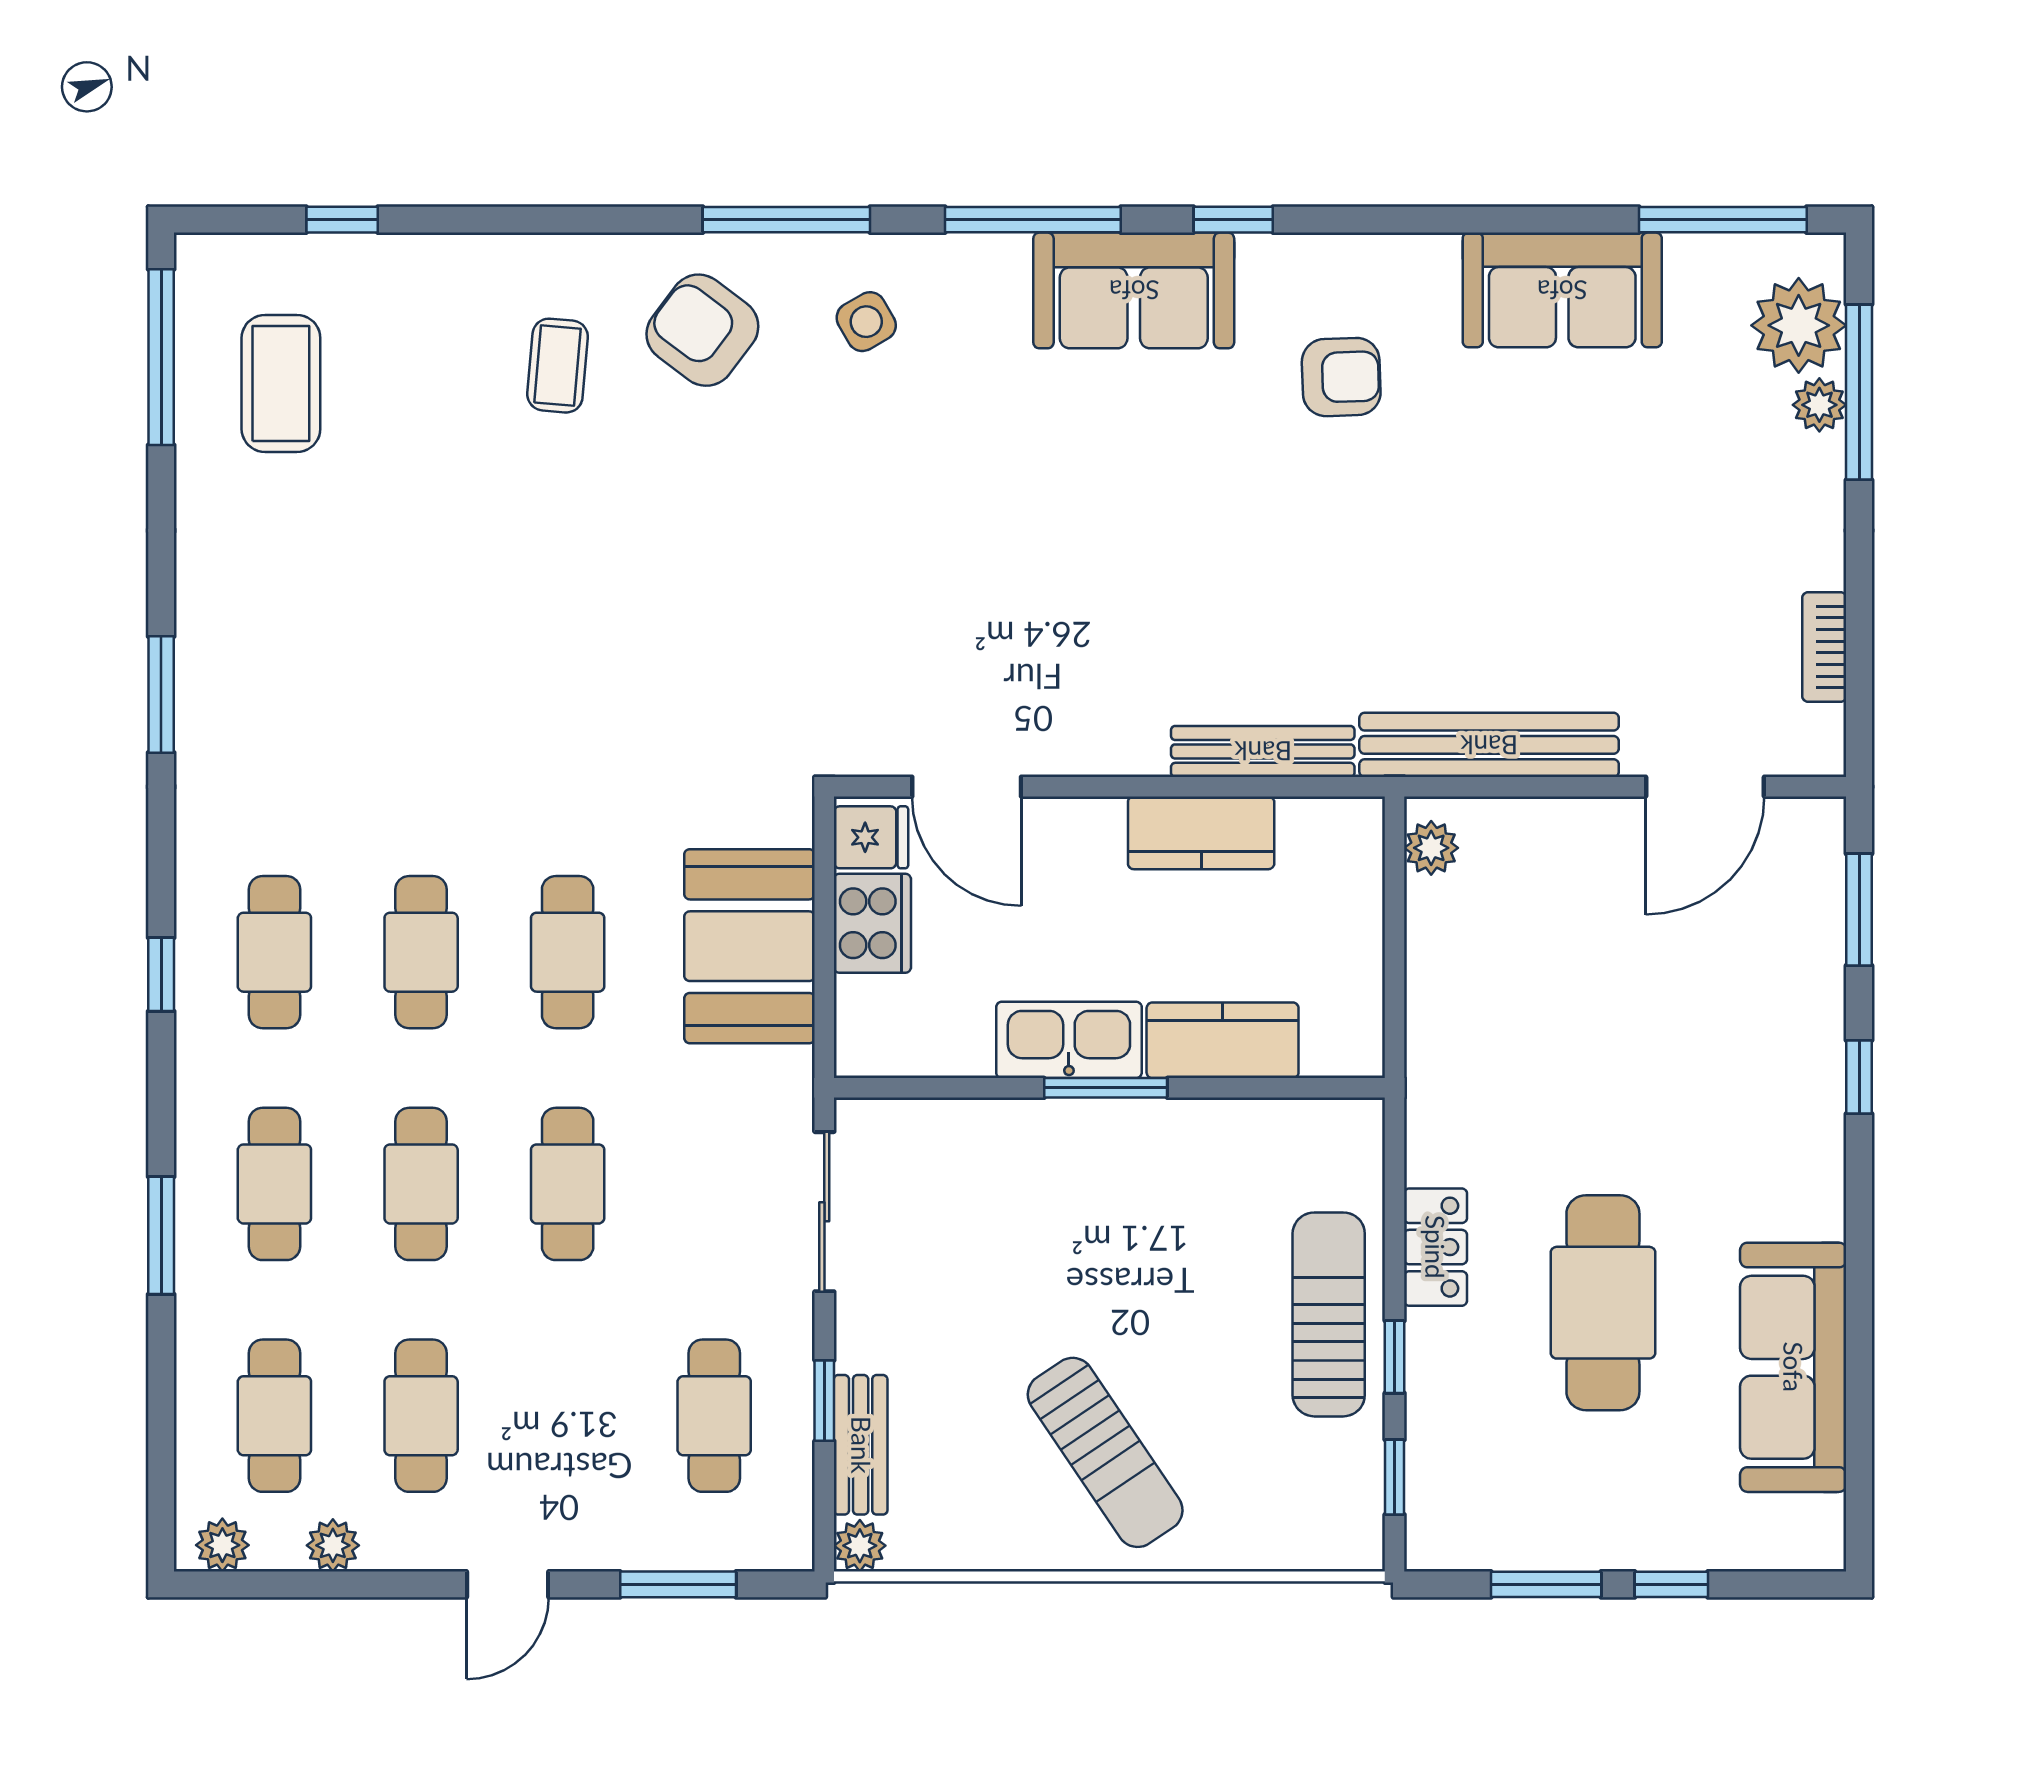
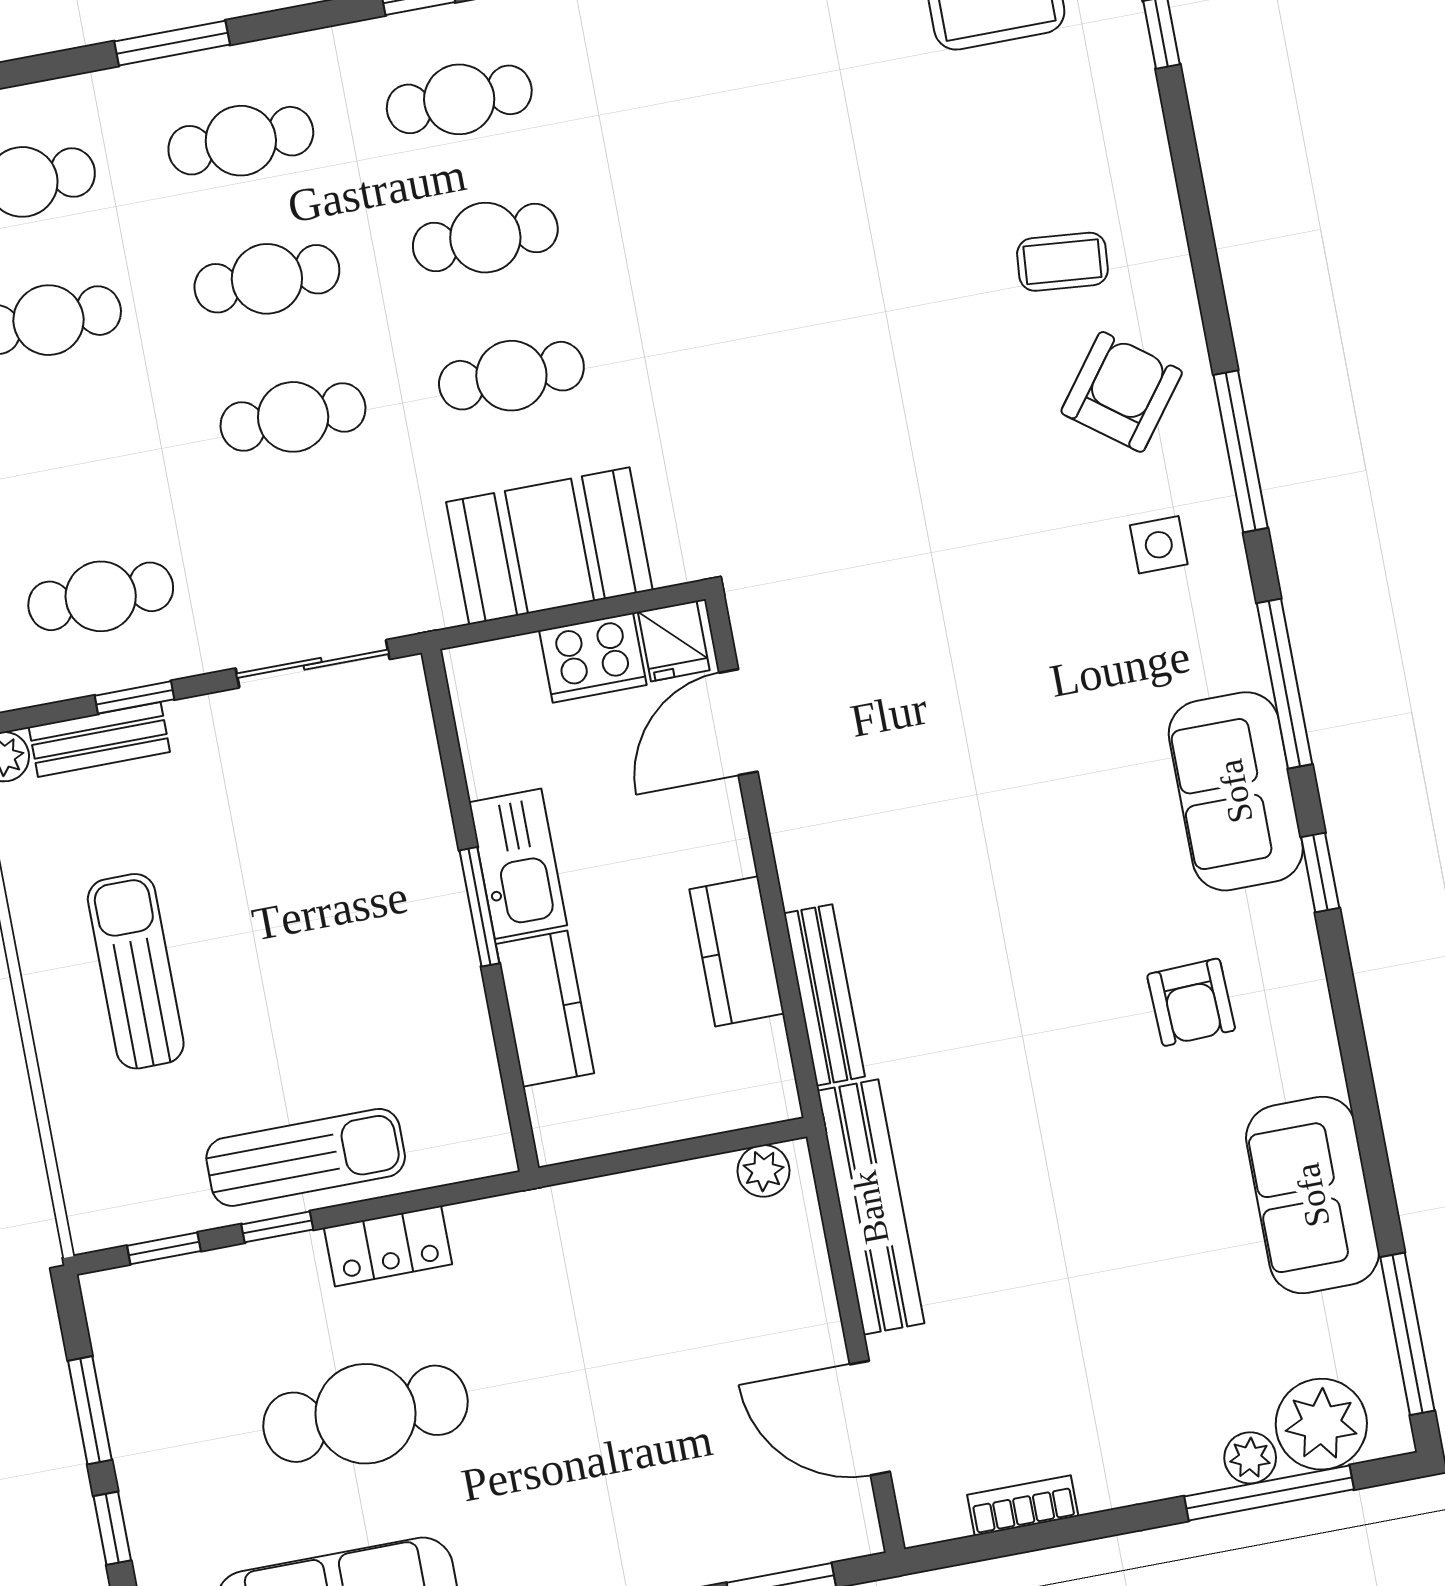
side table: (866, 322) -> (1159, 545), turned 30
sun lounger: (1105, 1452) -> (136, 971), turned 124

